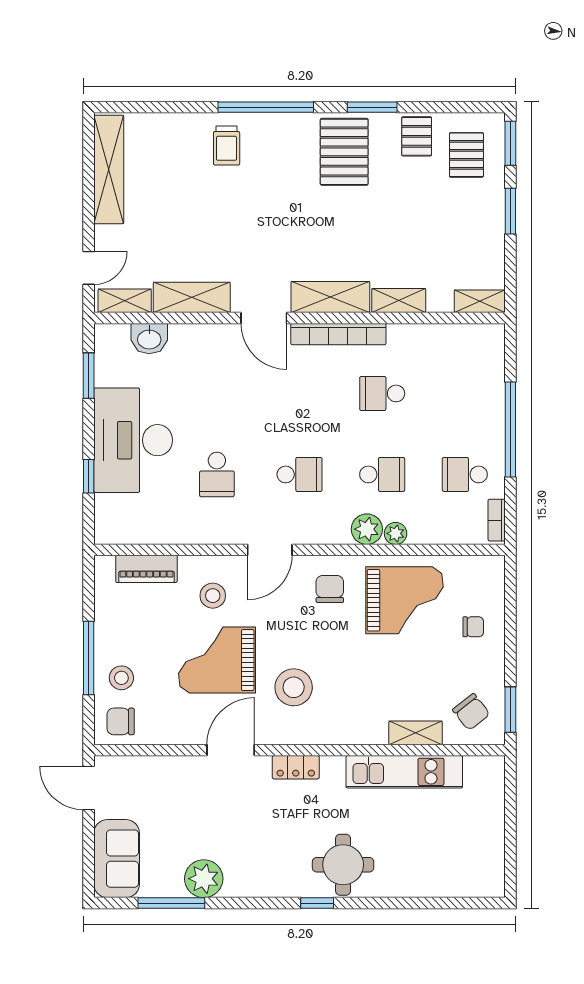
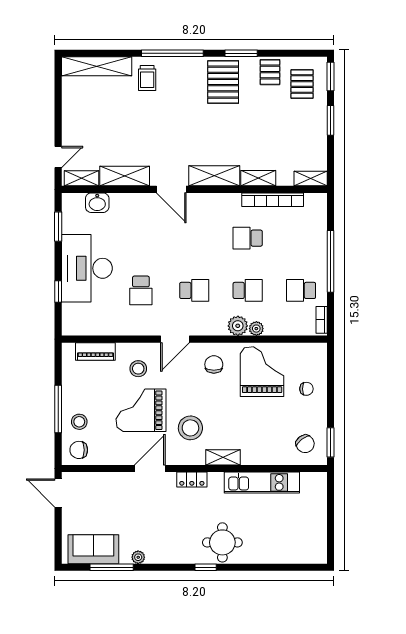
shelving: (109, 169) -> (97, 66), moved, turned 90
bookcase: (338, 334) -> (273, 200), moved
grand piano: (404, 600) -> (262, 372), turned -90
shelving: (416, 733) -> (223, 457), moved
sofa: (117, 859) -> (93, 549), moved, turned -90
plant: (204, 879) -> (138, 557), width x0.53, depth x0.53

